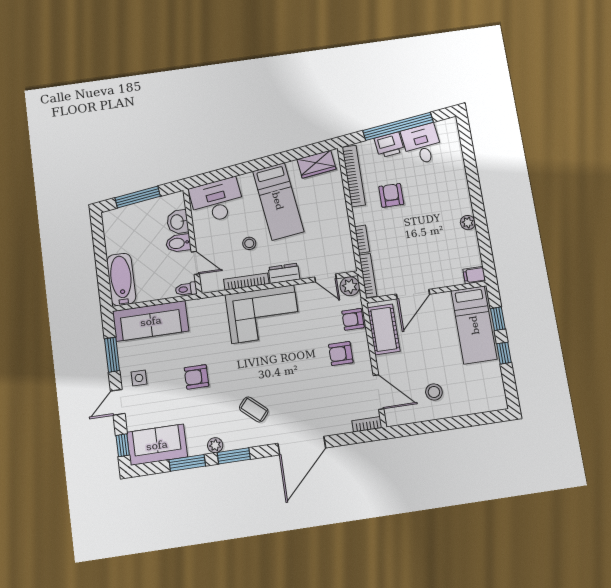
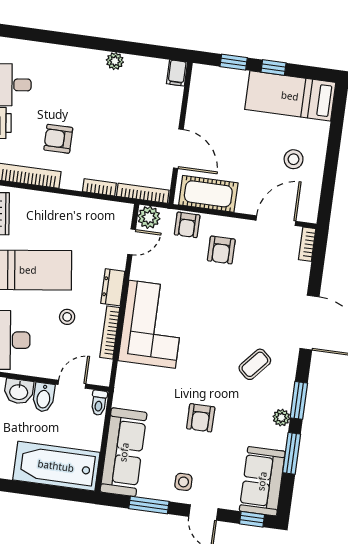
bathtub: (121, 279) -> (56, 466), width x1.36, depth x1.36
bed: (474, 325) -> (290, 96), moved, turned 180

